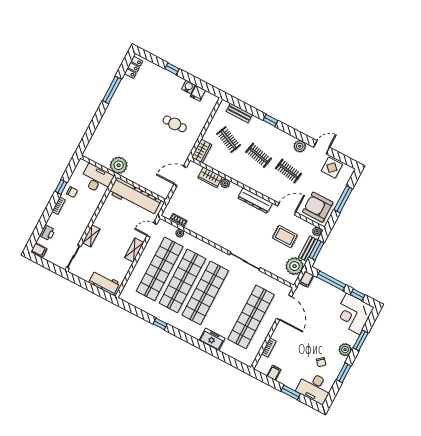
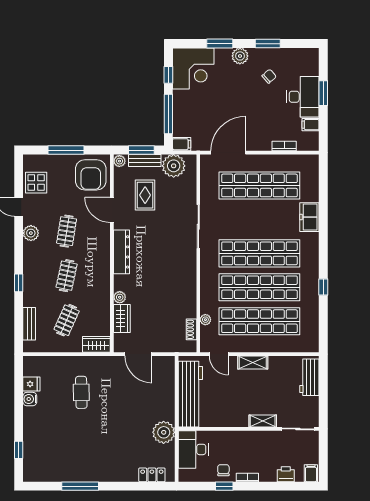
locker: (133, 67) -> (152, 475), moved
window: (172, 69) -> (19, 450), moved
desk: (315, 388) -> (303, 97), moved

